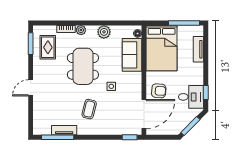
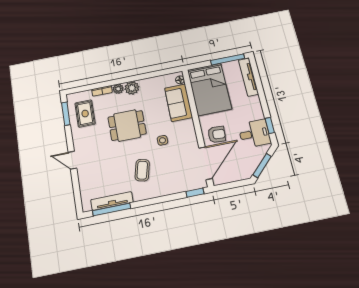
plant: (104, 32) -> (132, 88), moved
tv unit: (198, 49) -> (248, 77), width x1.41
dining table: (83, 66) -> (127, 125), width x0.73
door: (31, 88) -> (72, 160), hinge flipped
tv unit: (64, 130) -> (112, 201), width x1.41

